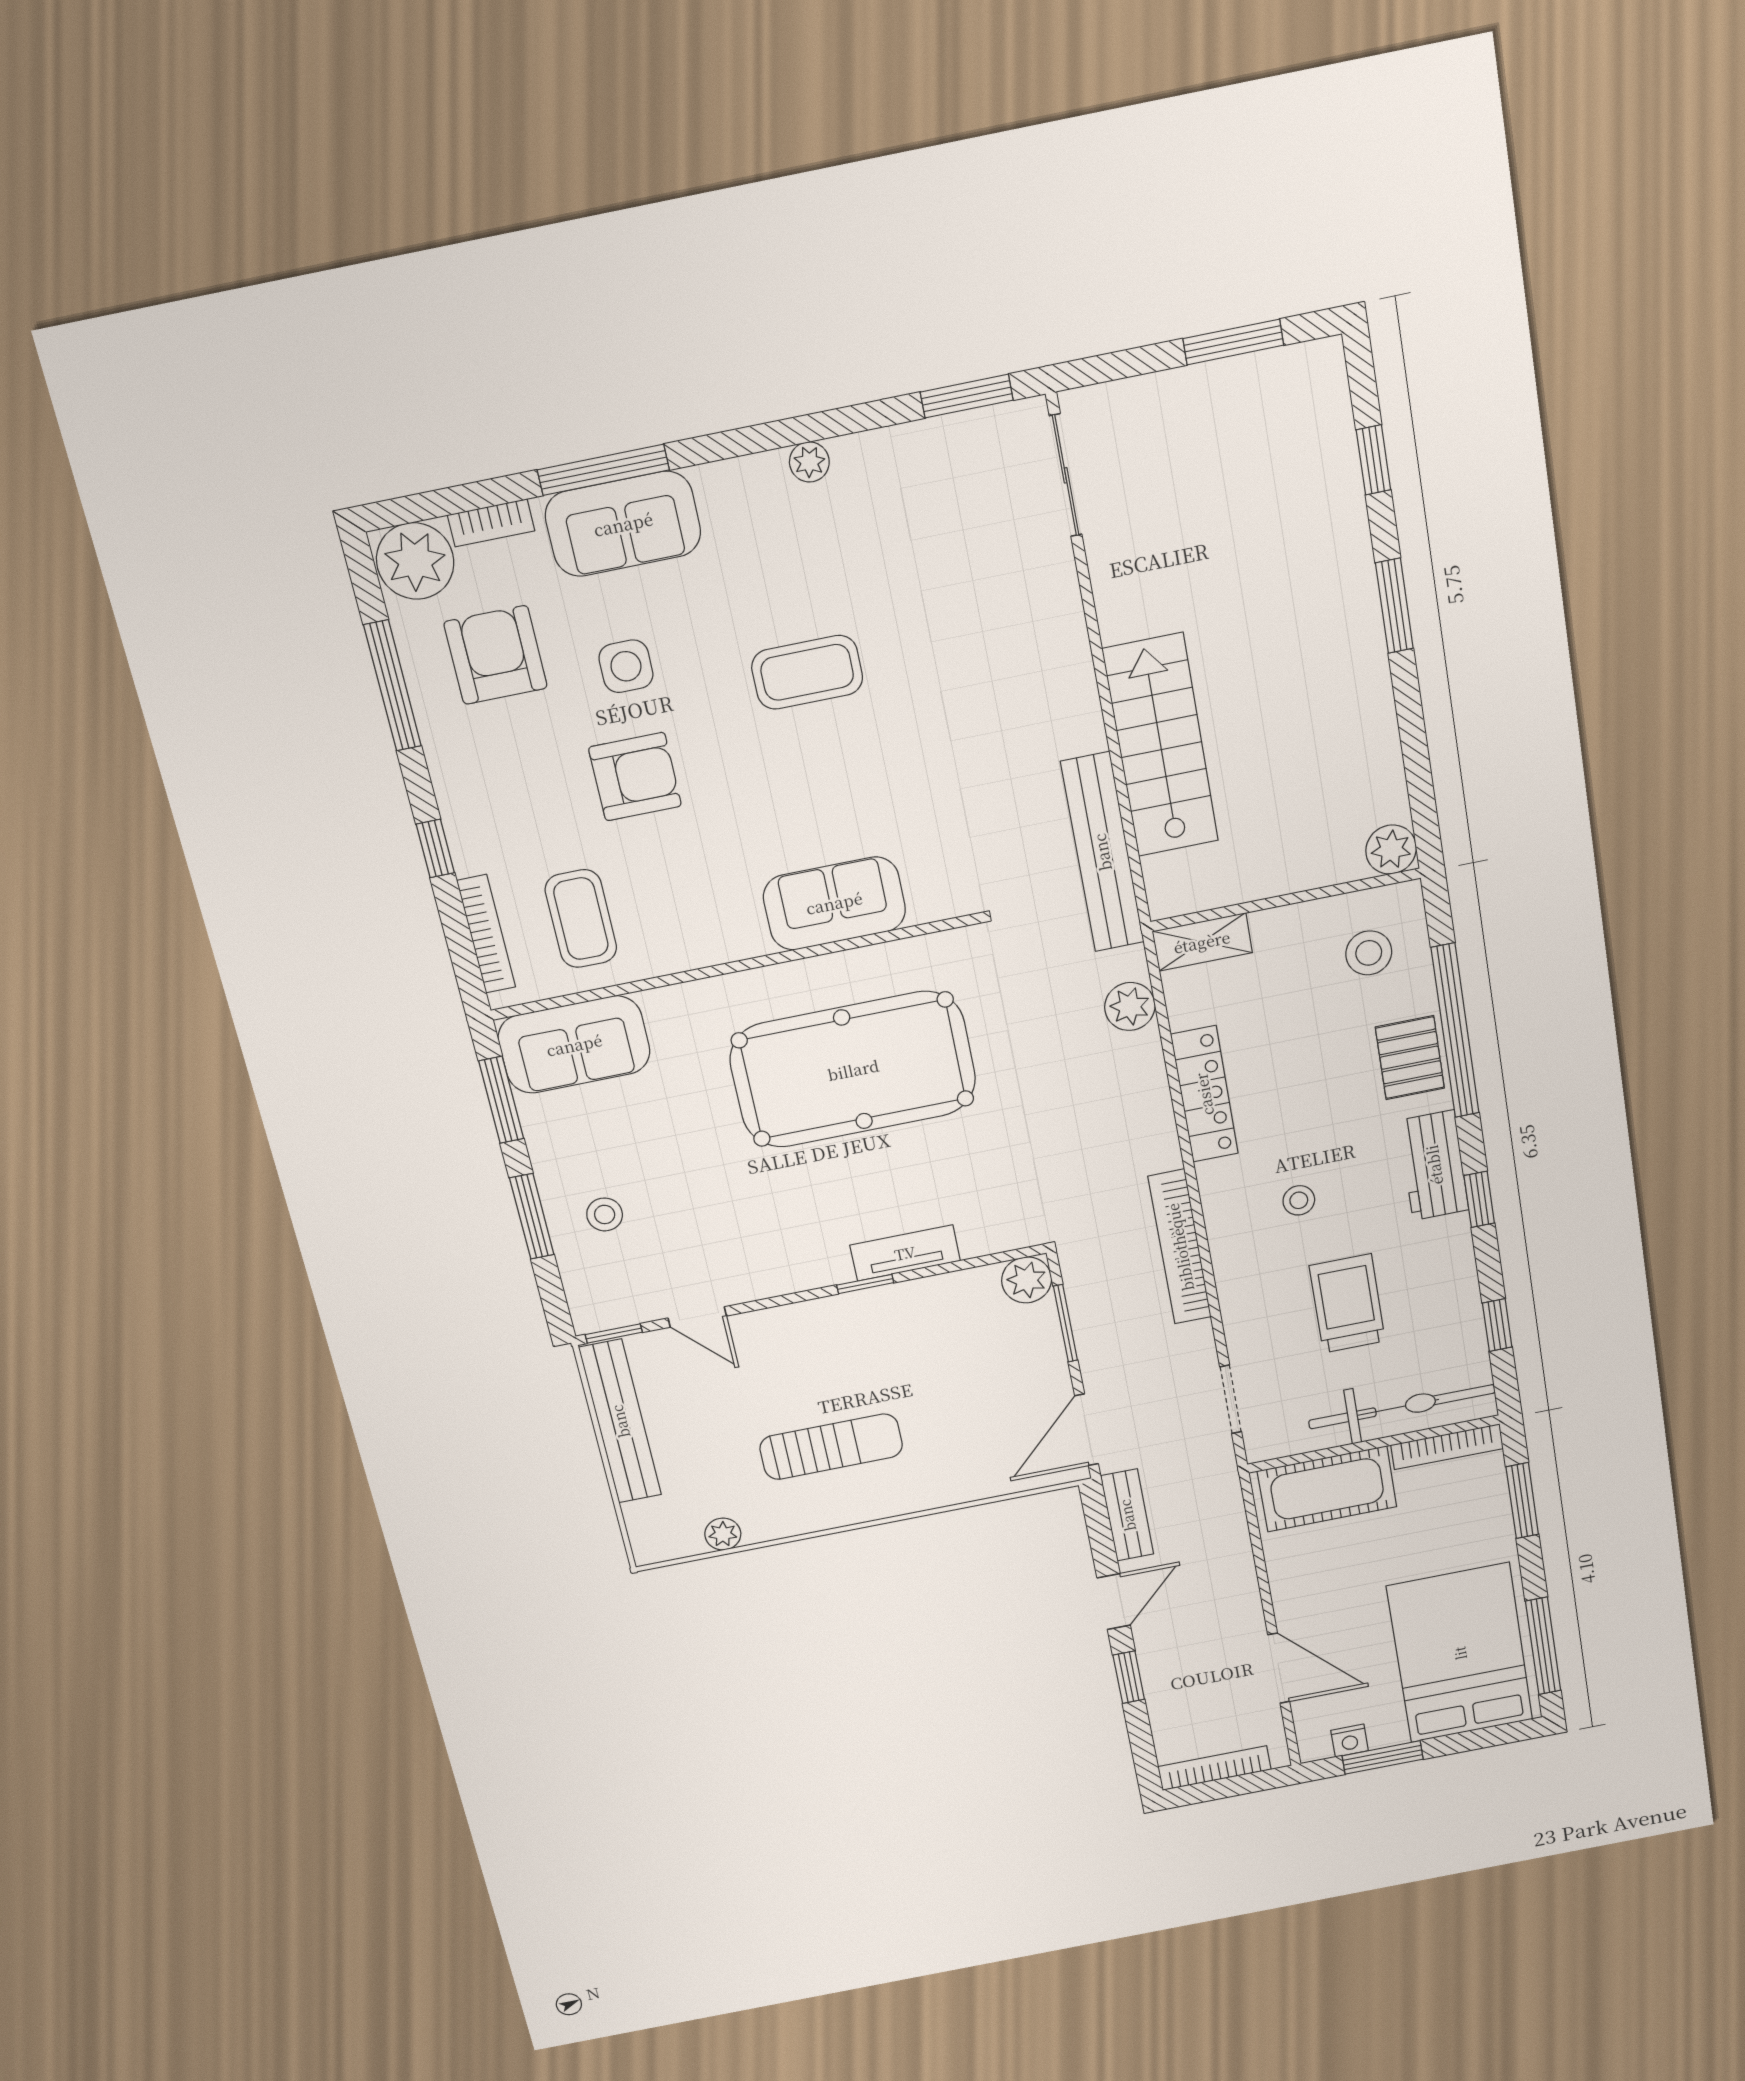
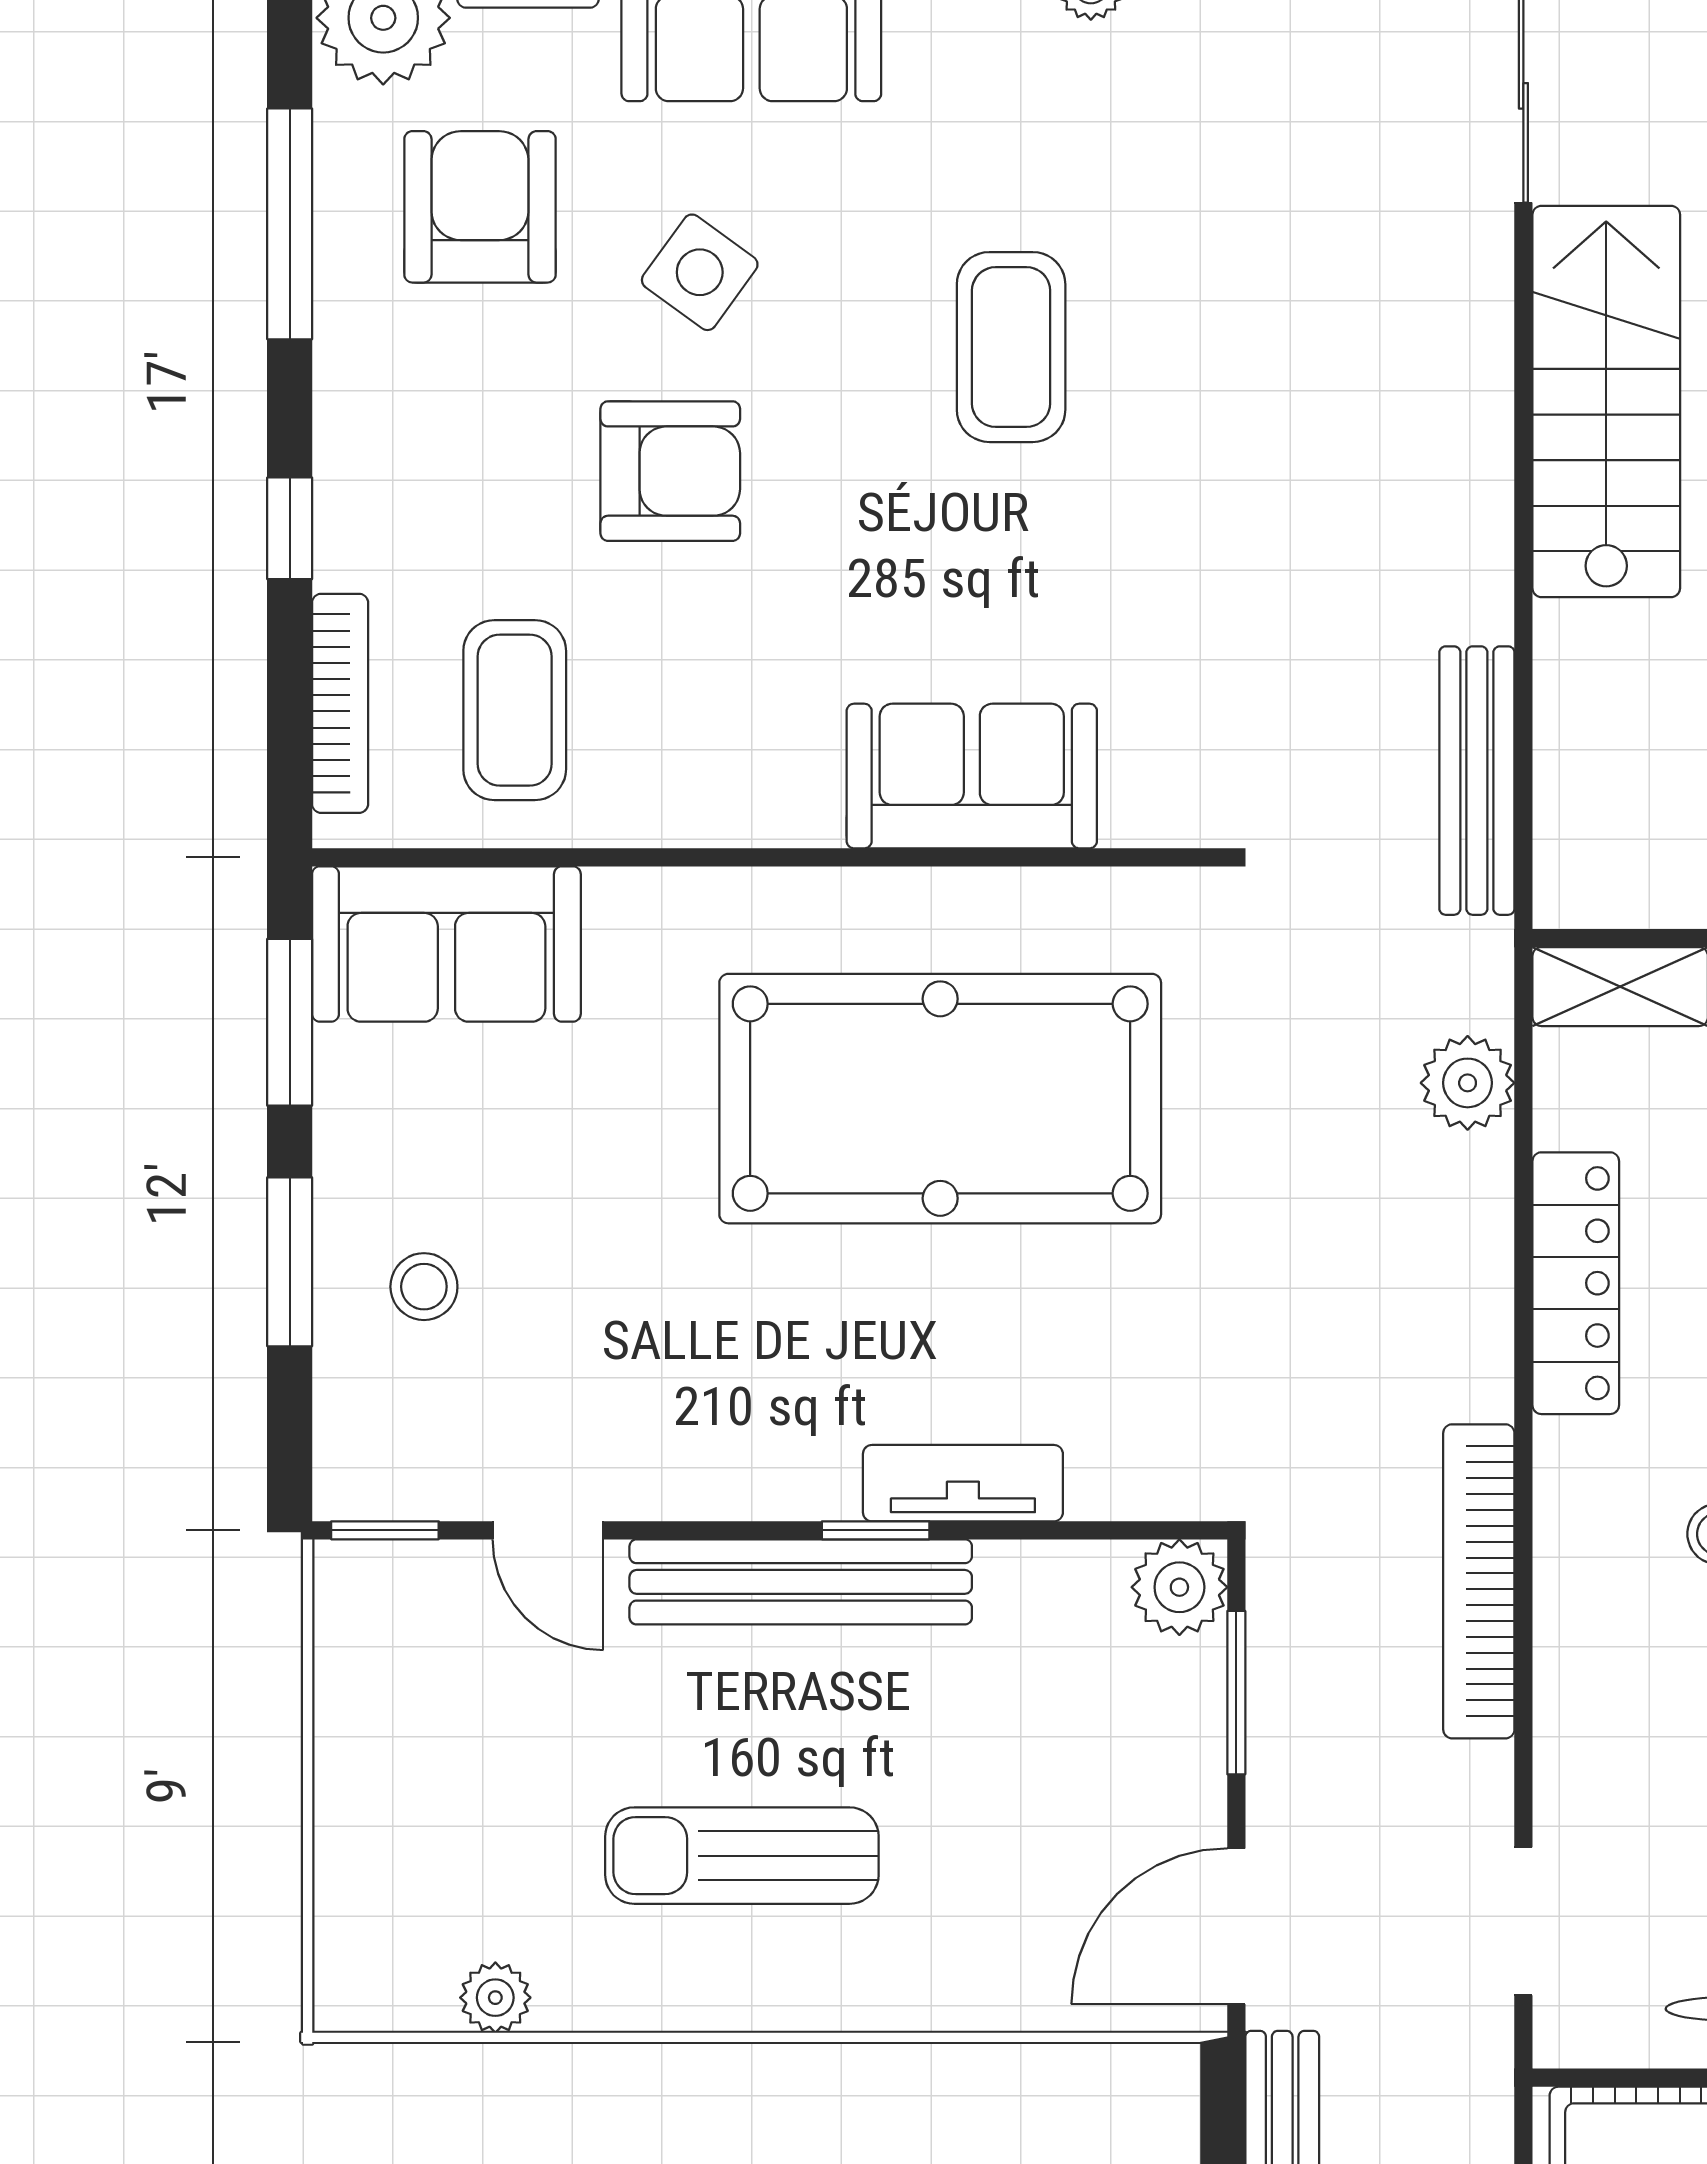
side table: (626, 666) -> (700, 272), turned 36
coffee table: (807, 672) -> (1011, 347), turned 90
stairs: (1161, 745) -> (1606, 401), moved
bench: (1102, 852) -> (1477, 781), width x0.73, depth x0.82
bench: (620, 1421) -> (801, 1582), moved, turned 90
sun lounger: (831, 1447) -> (742, 1856), turned 180

